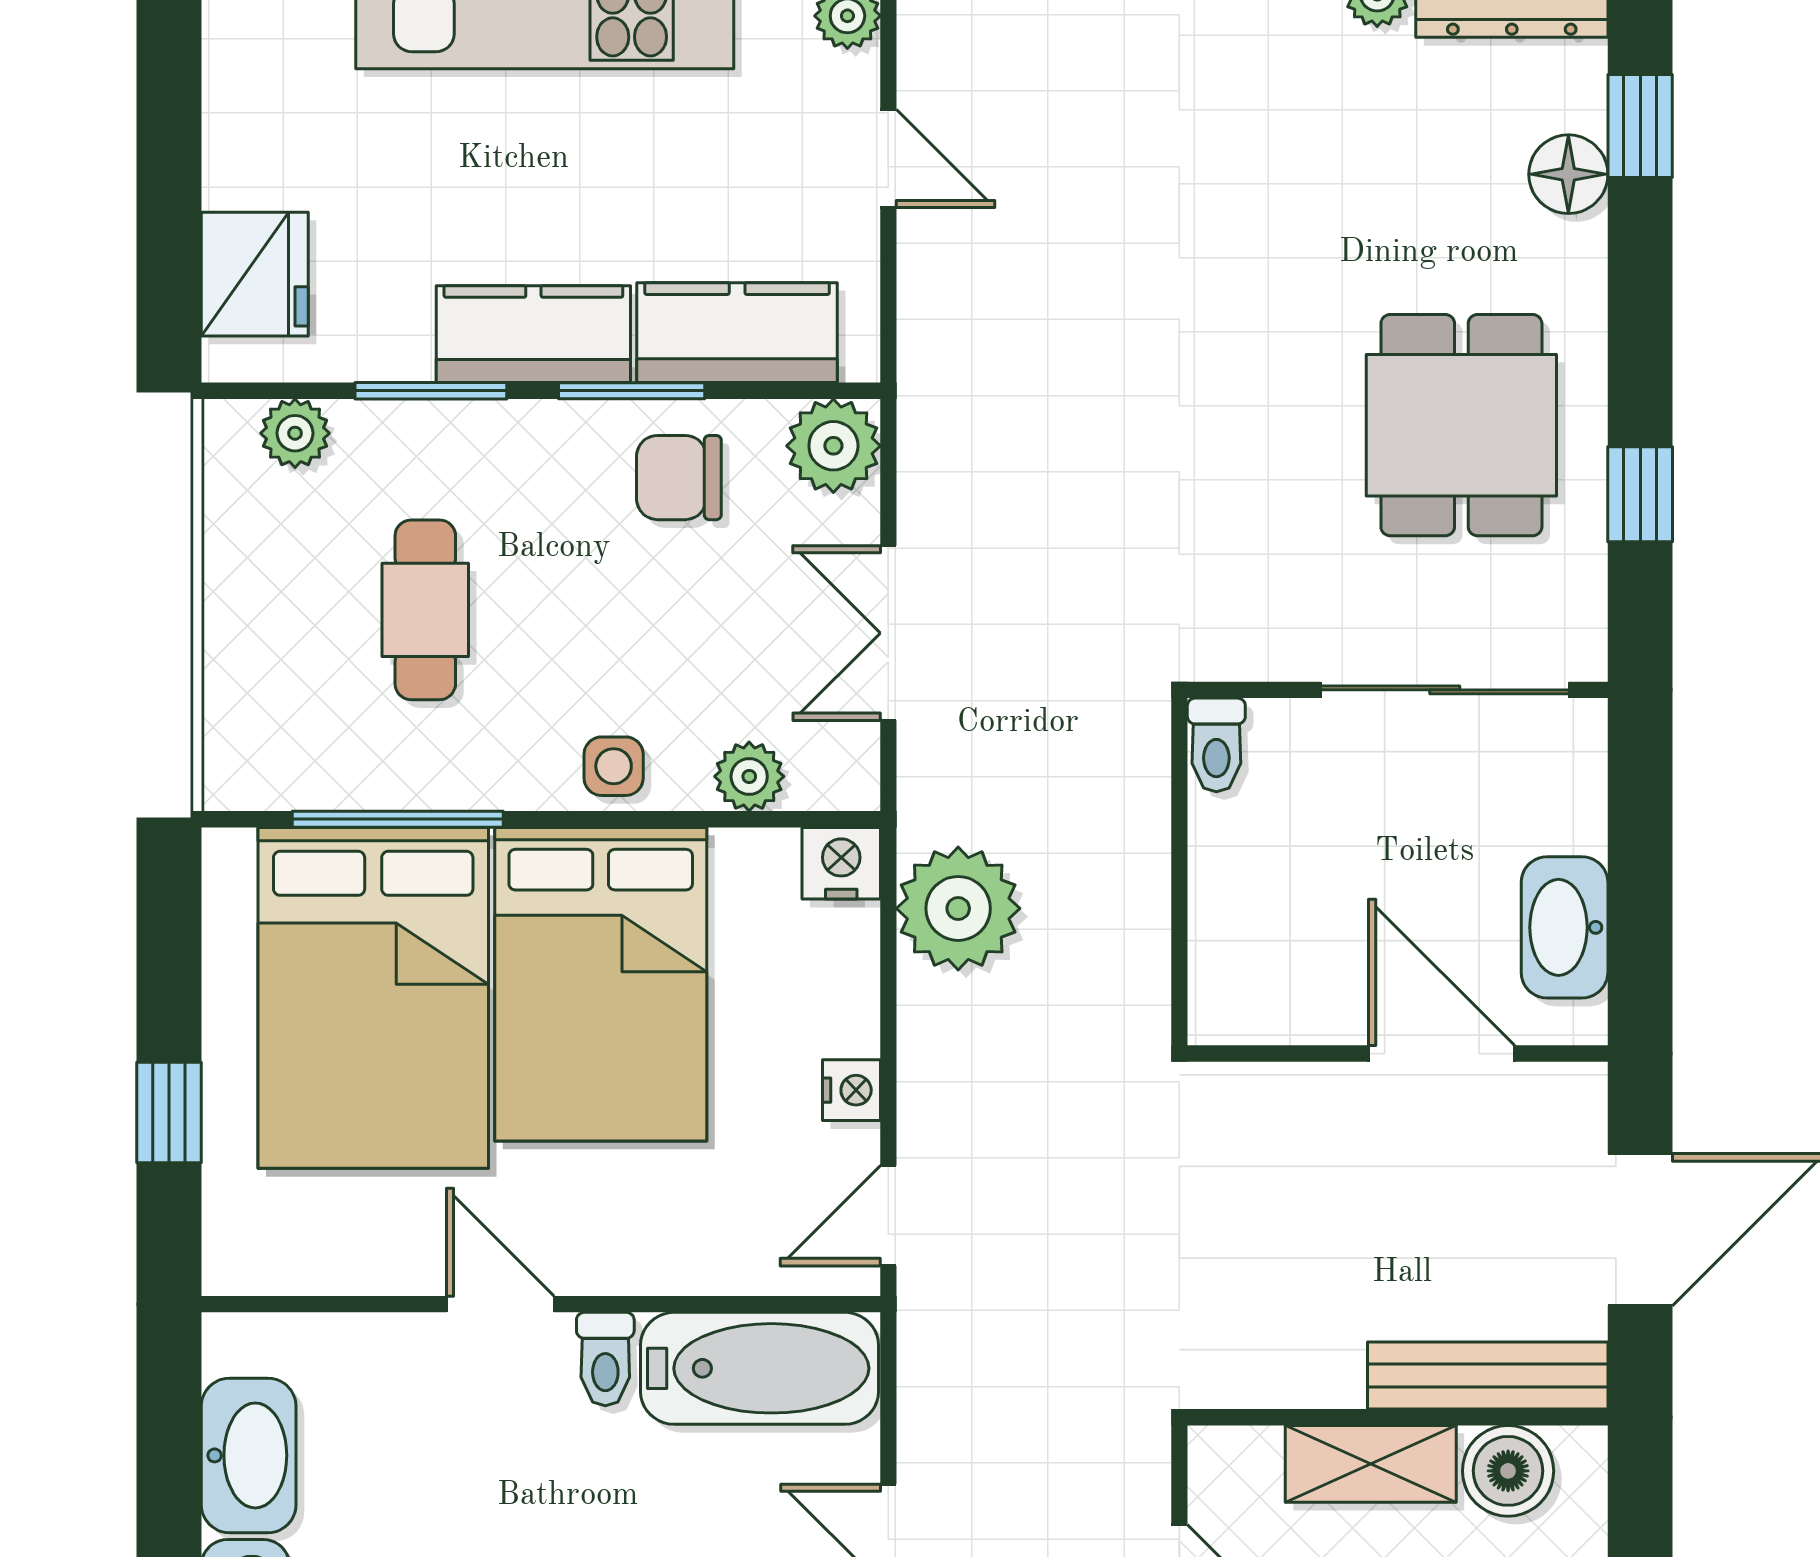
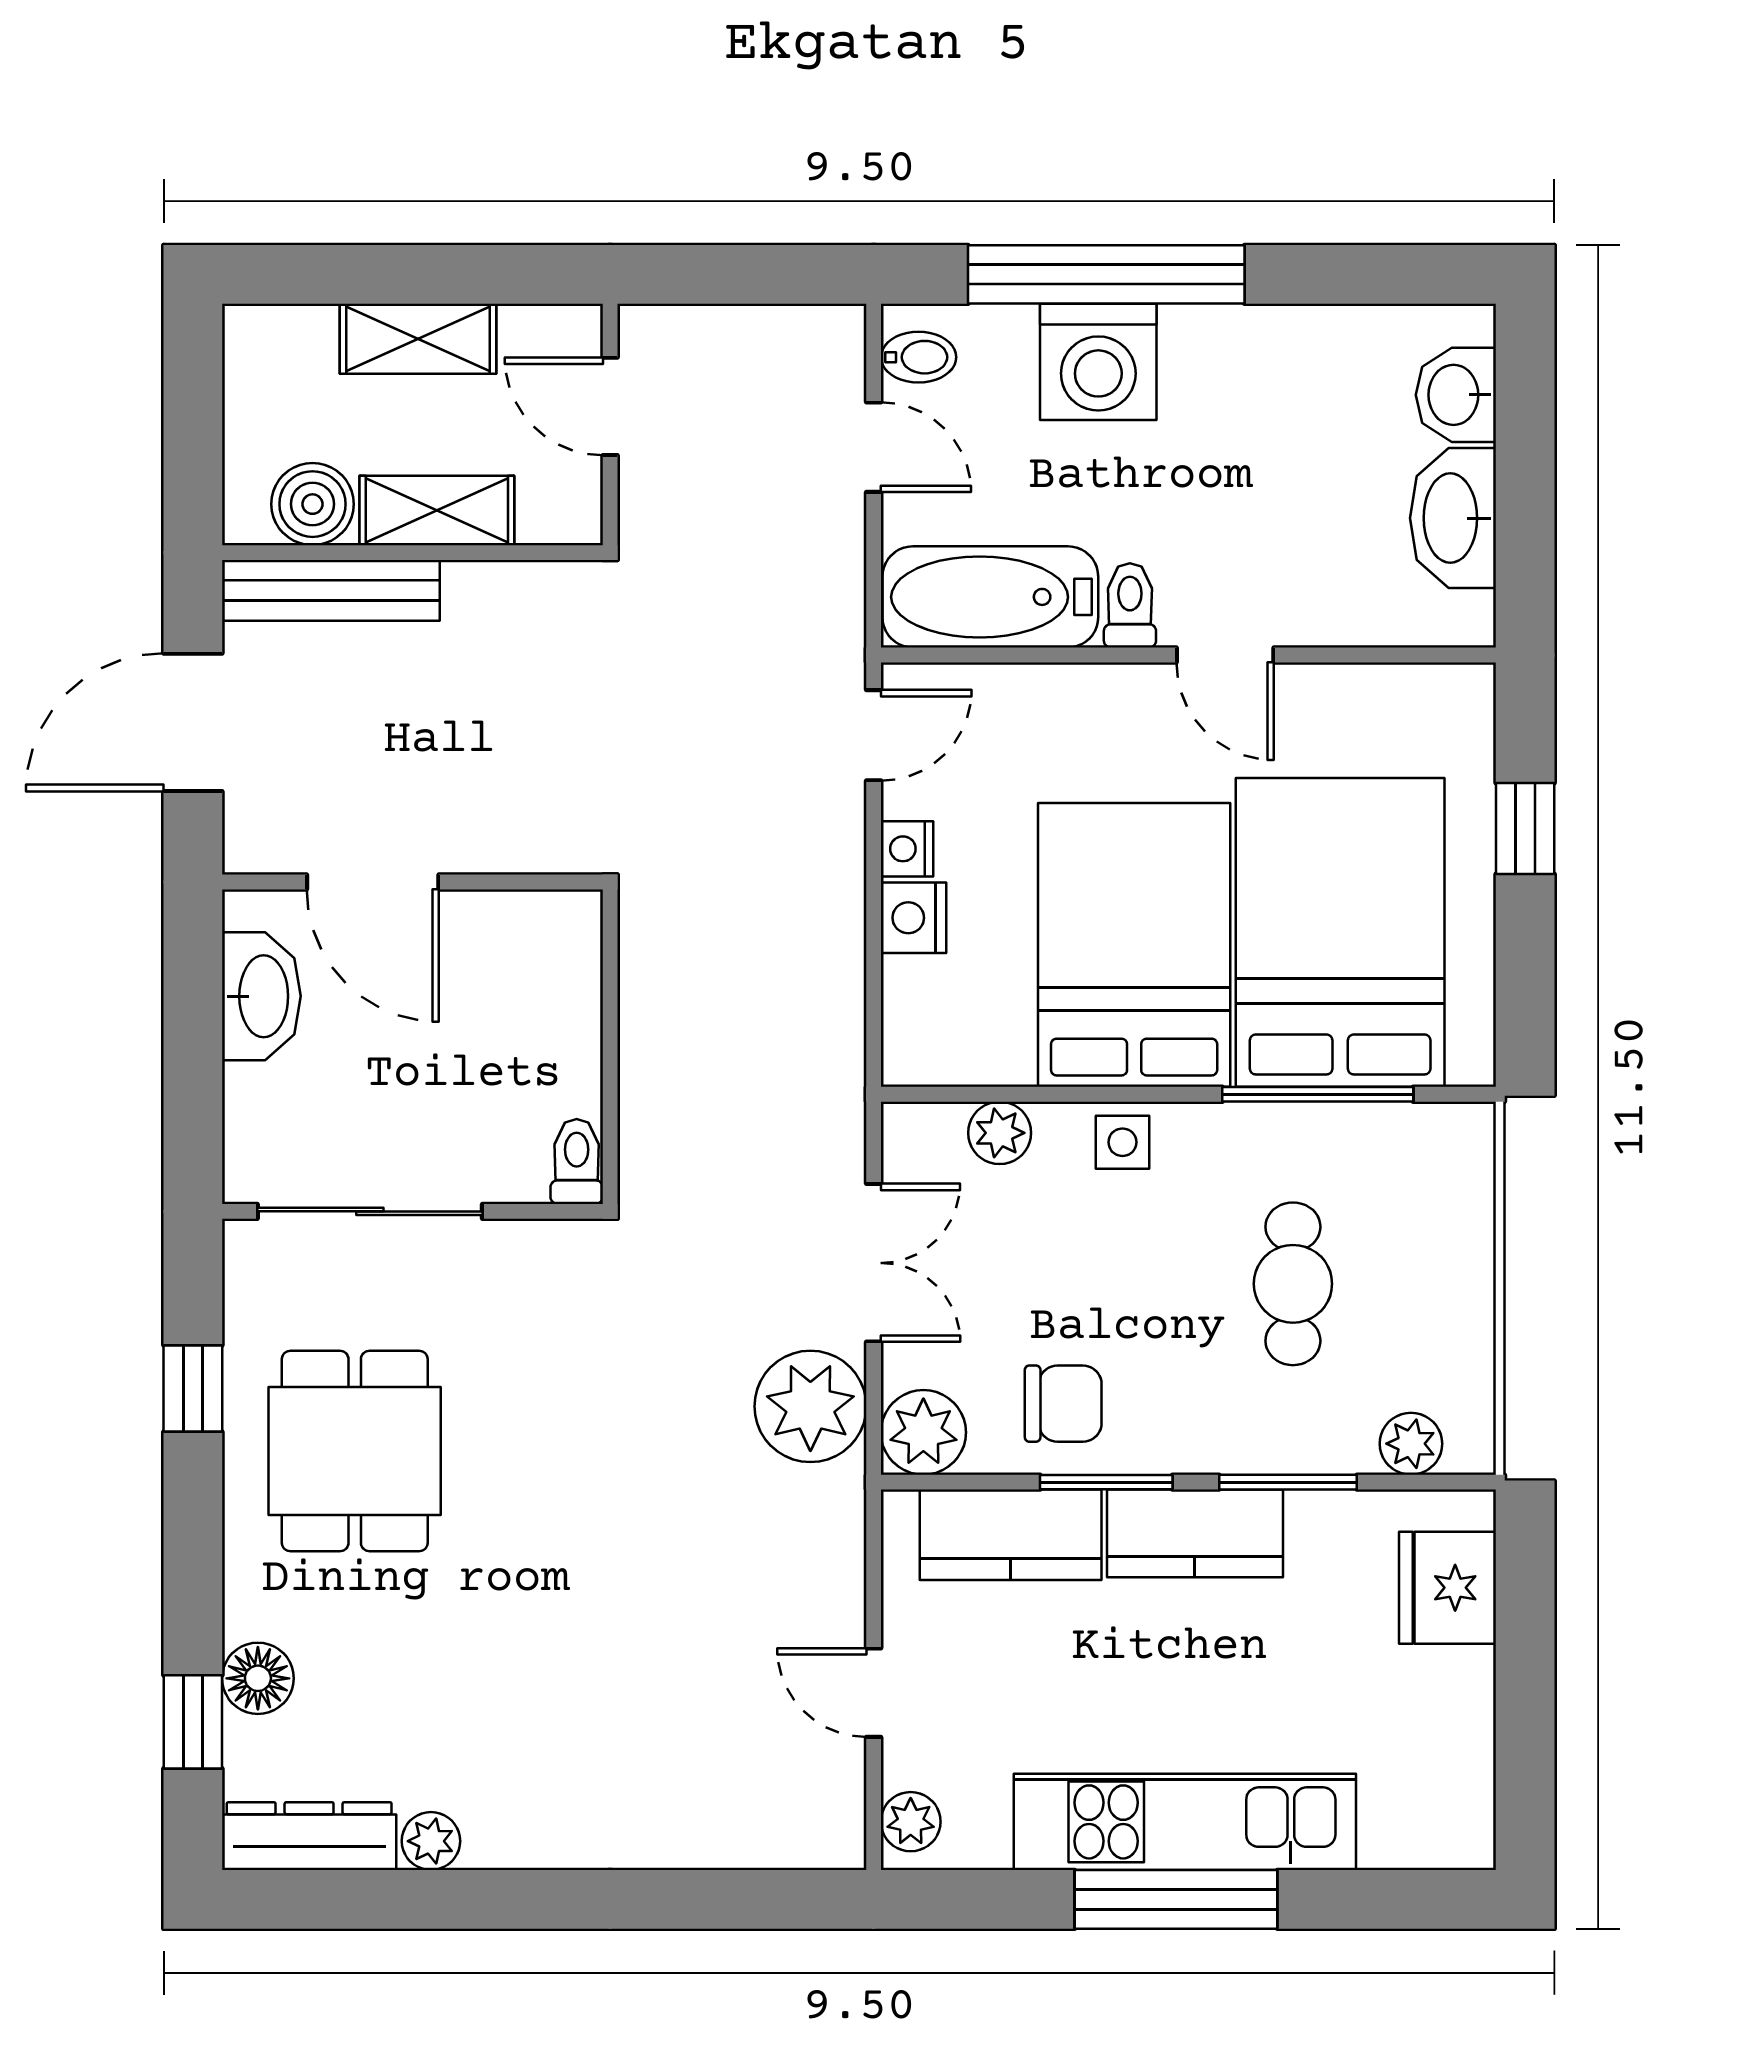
nightstand: (841, 863) -> (913, 918), moved, turned 90
plant: (958, 908) -> (810, 1406), moved

